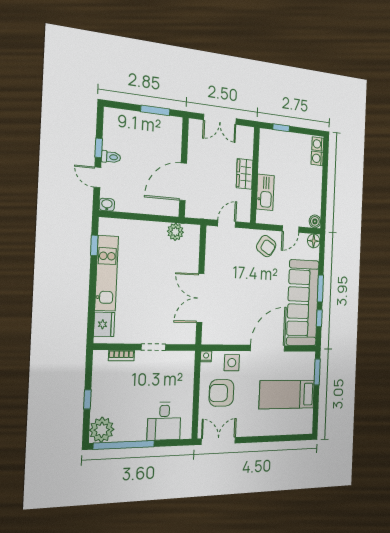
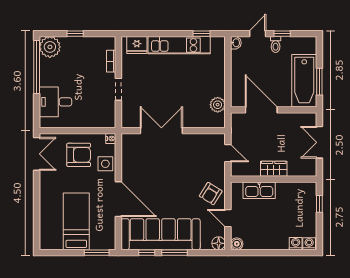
bathtub: (154, 128) -> (304, 81), added
armchair: (221, 393) -> (79, 155), turned 90

